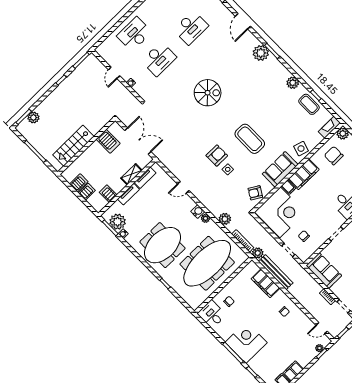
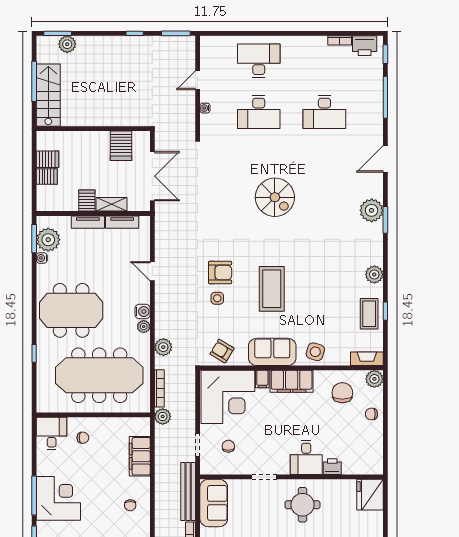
stairs: (73, 146) -> (48, 95), moved, turned 90
server rack: (108, 194) -> (87, 201), moved
bench: (276, 272) -> (188, 491), moved

